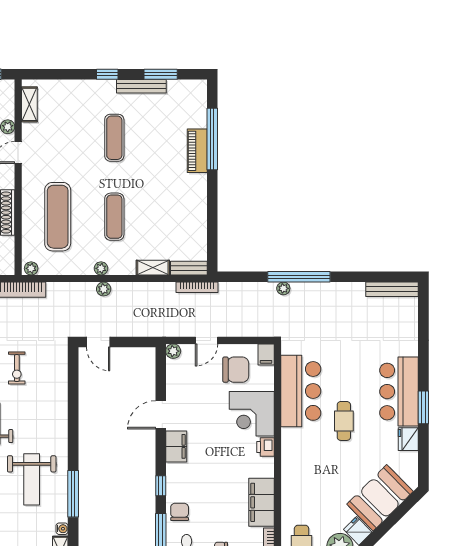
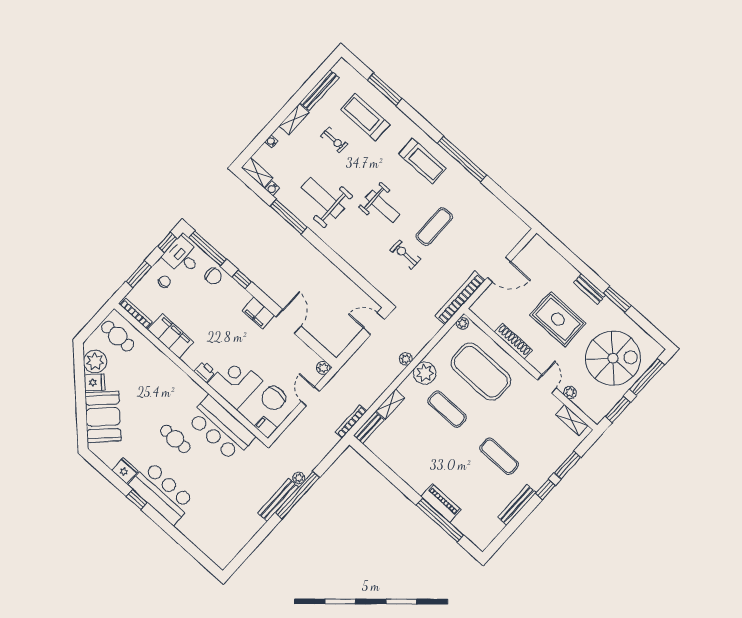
window: (161, 74) -> (567, 465), moved
exercise mat: (58, 217) -> (481, 372), width x1.47
plant: (101, 268) -> (425, 373), width x1.88, depth x1.88
bench: (392, 289) -> (278, 500), moved
window: (423, 407) -> (137, 499), width x0.67

